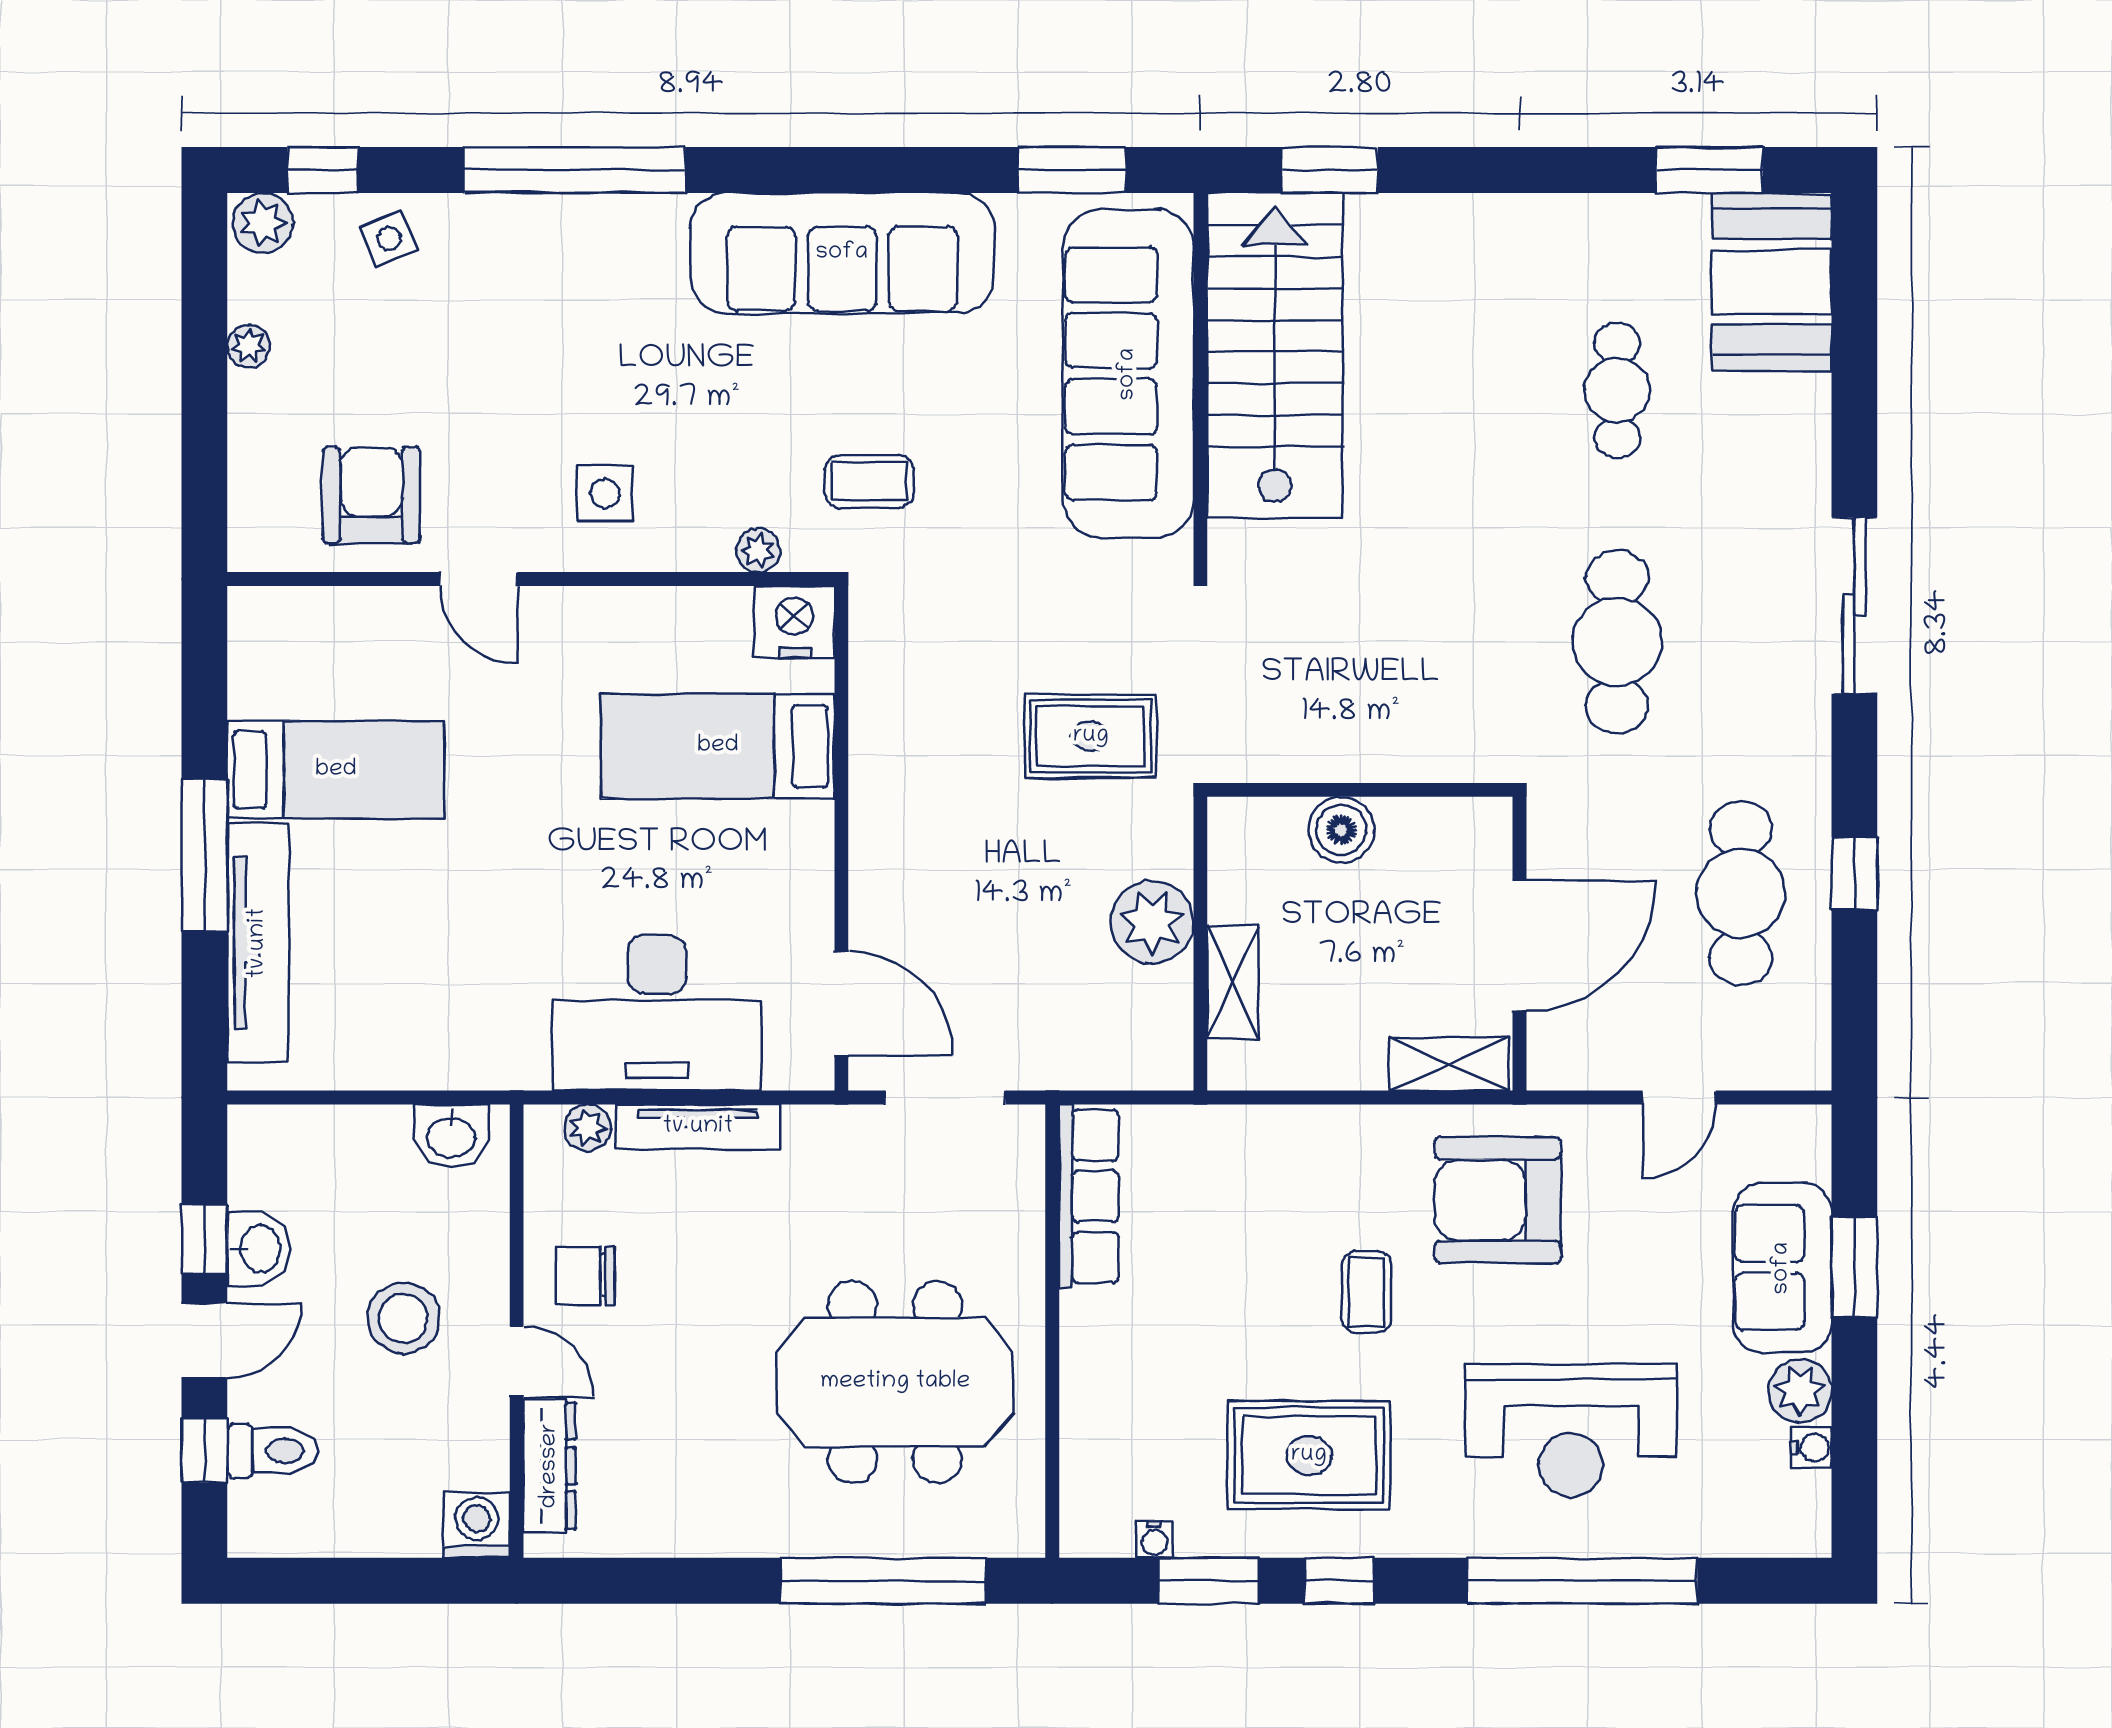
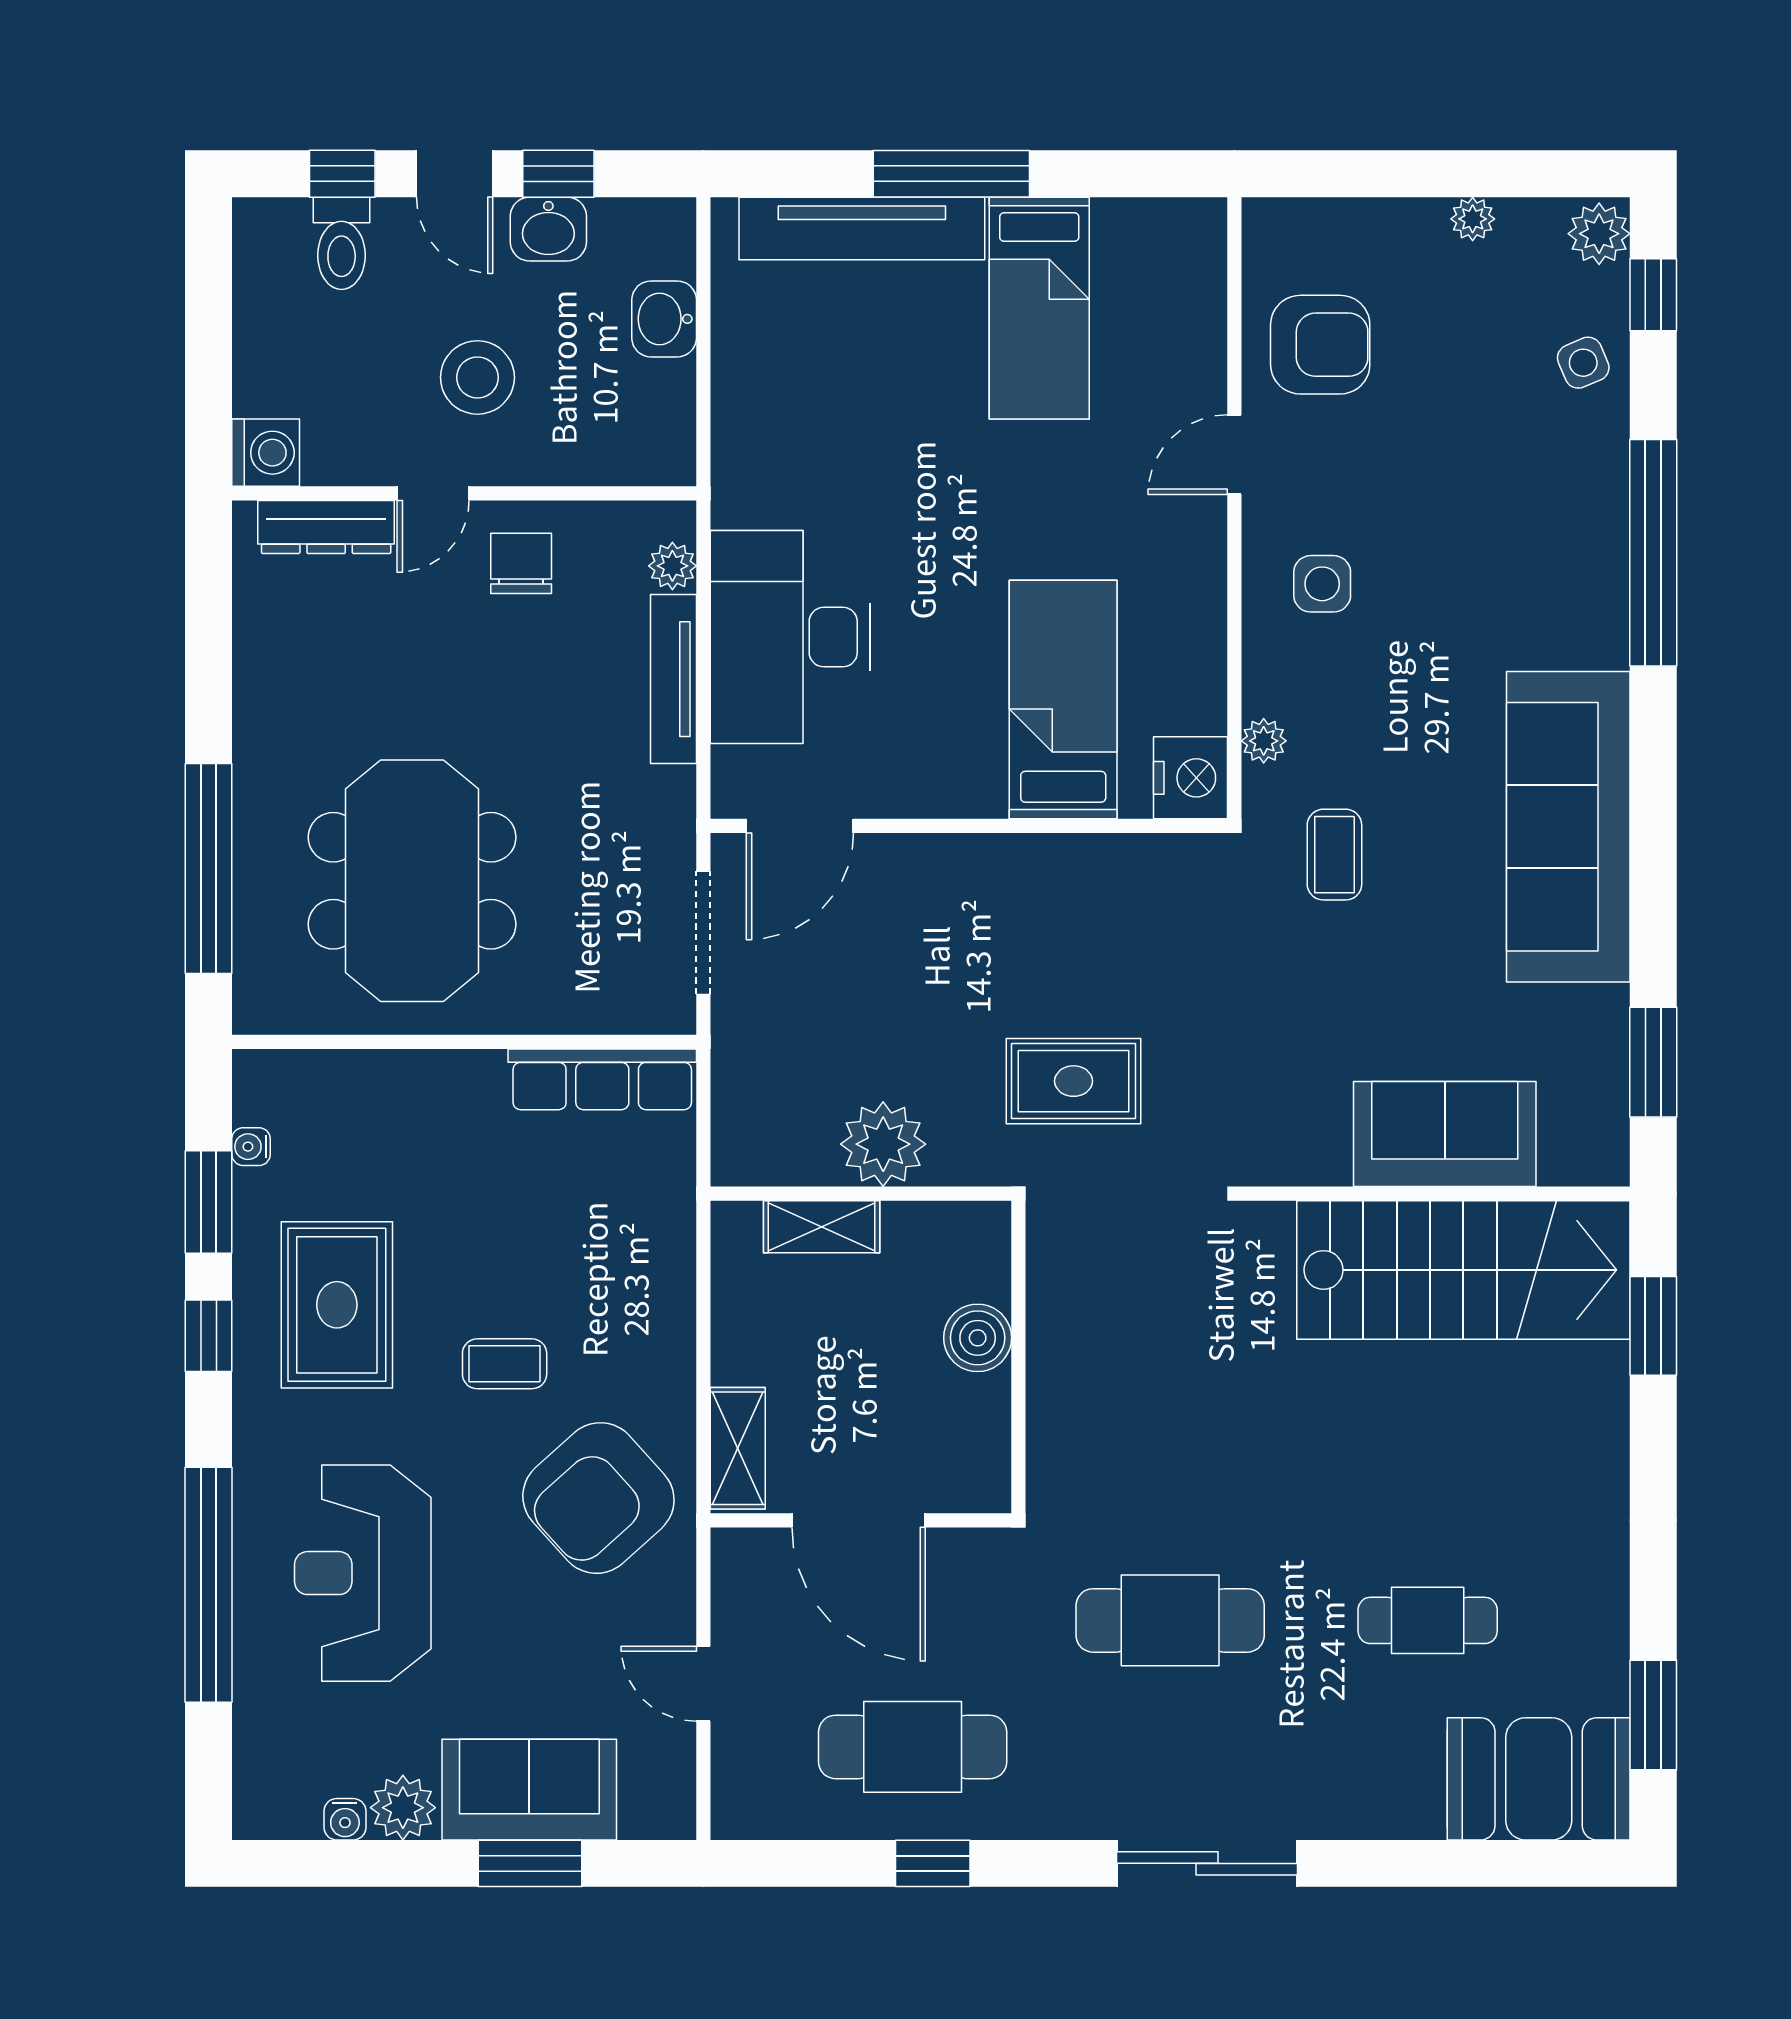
sofa: (1128, 374) -> (1445, 1134), width x0.54, depth x0.79
rug: (1091, 736) -> (1074, 1081), turned 90
washbasin: (451, 1136) -> (664, 319), moved
armchair: (1498, 1200) -> (598, 1498), turned -132

